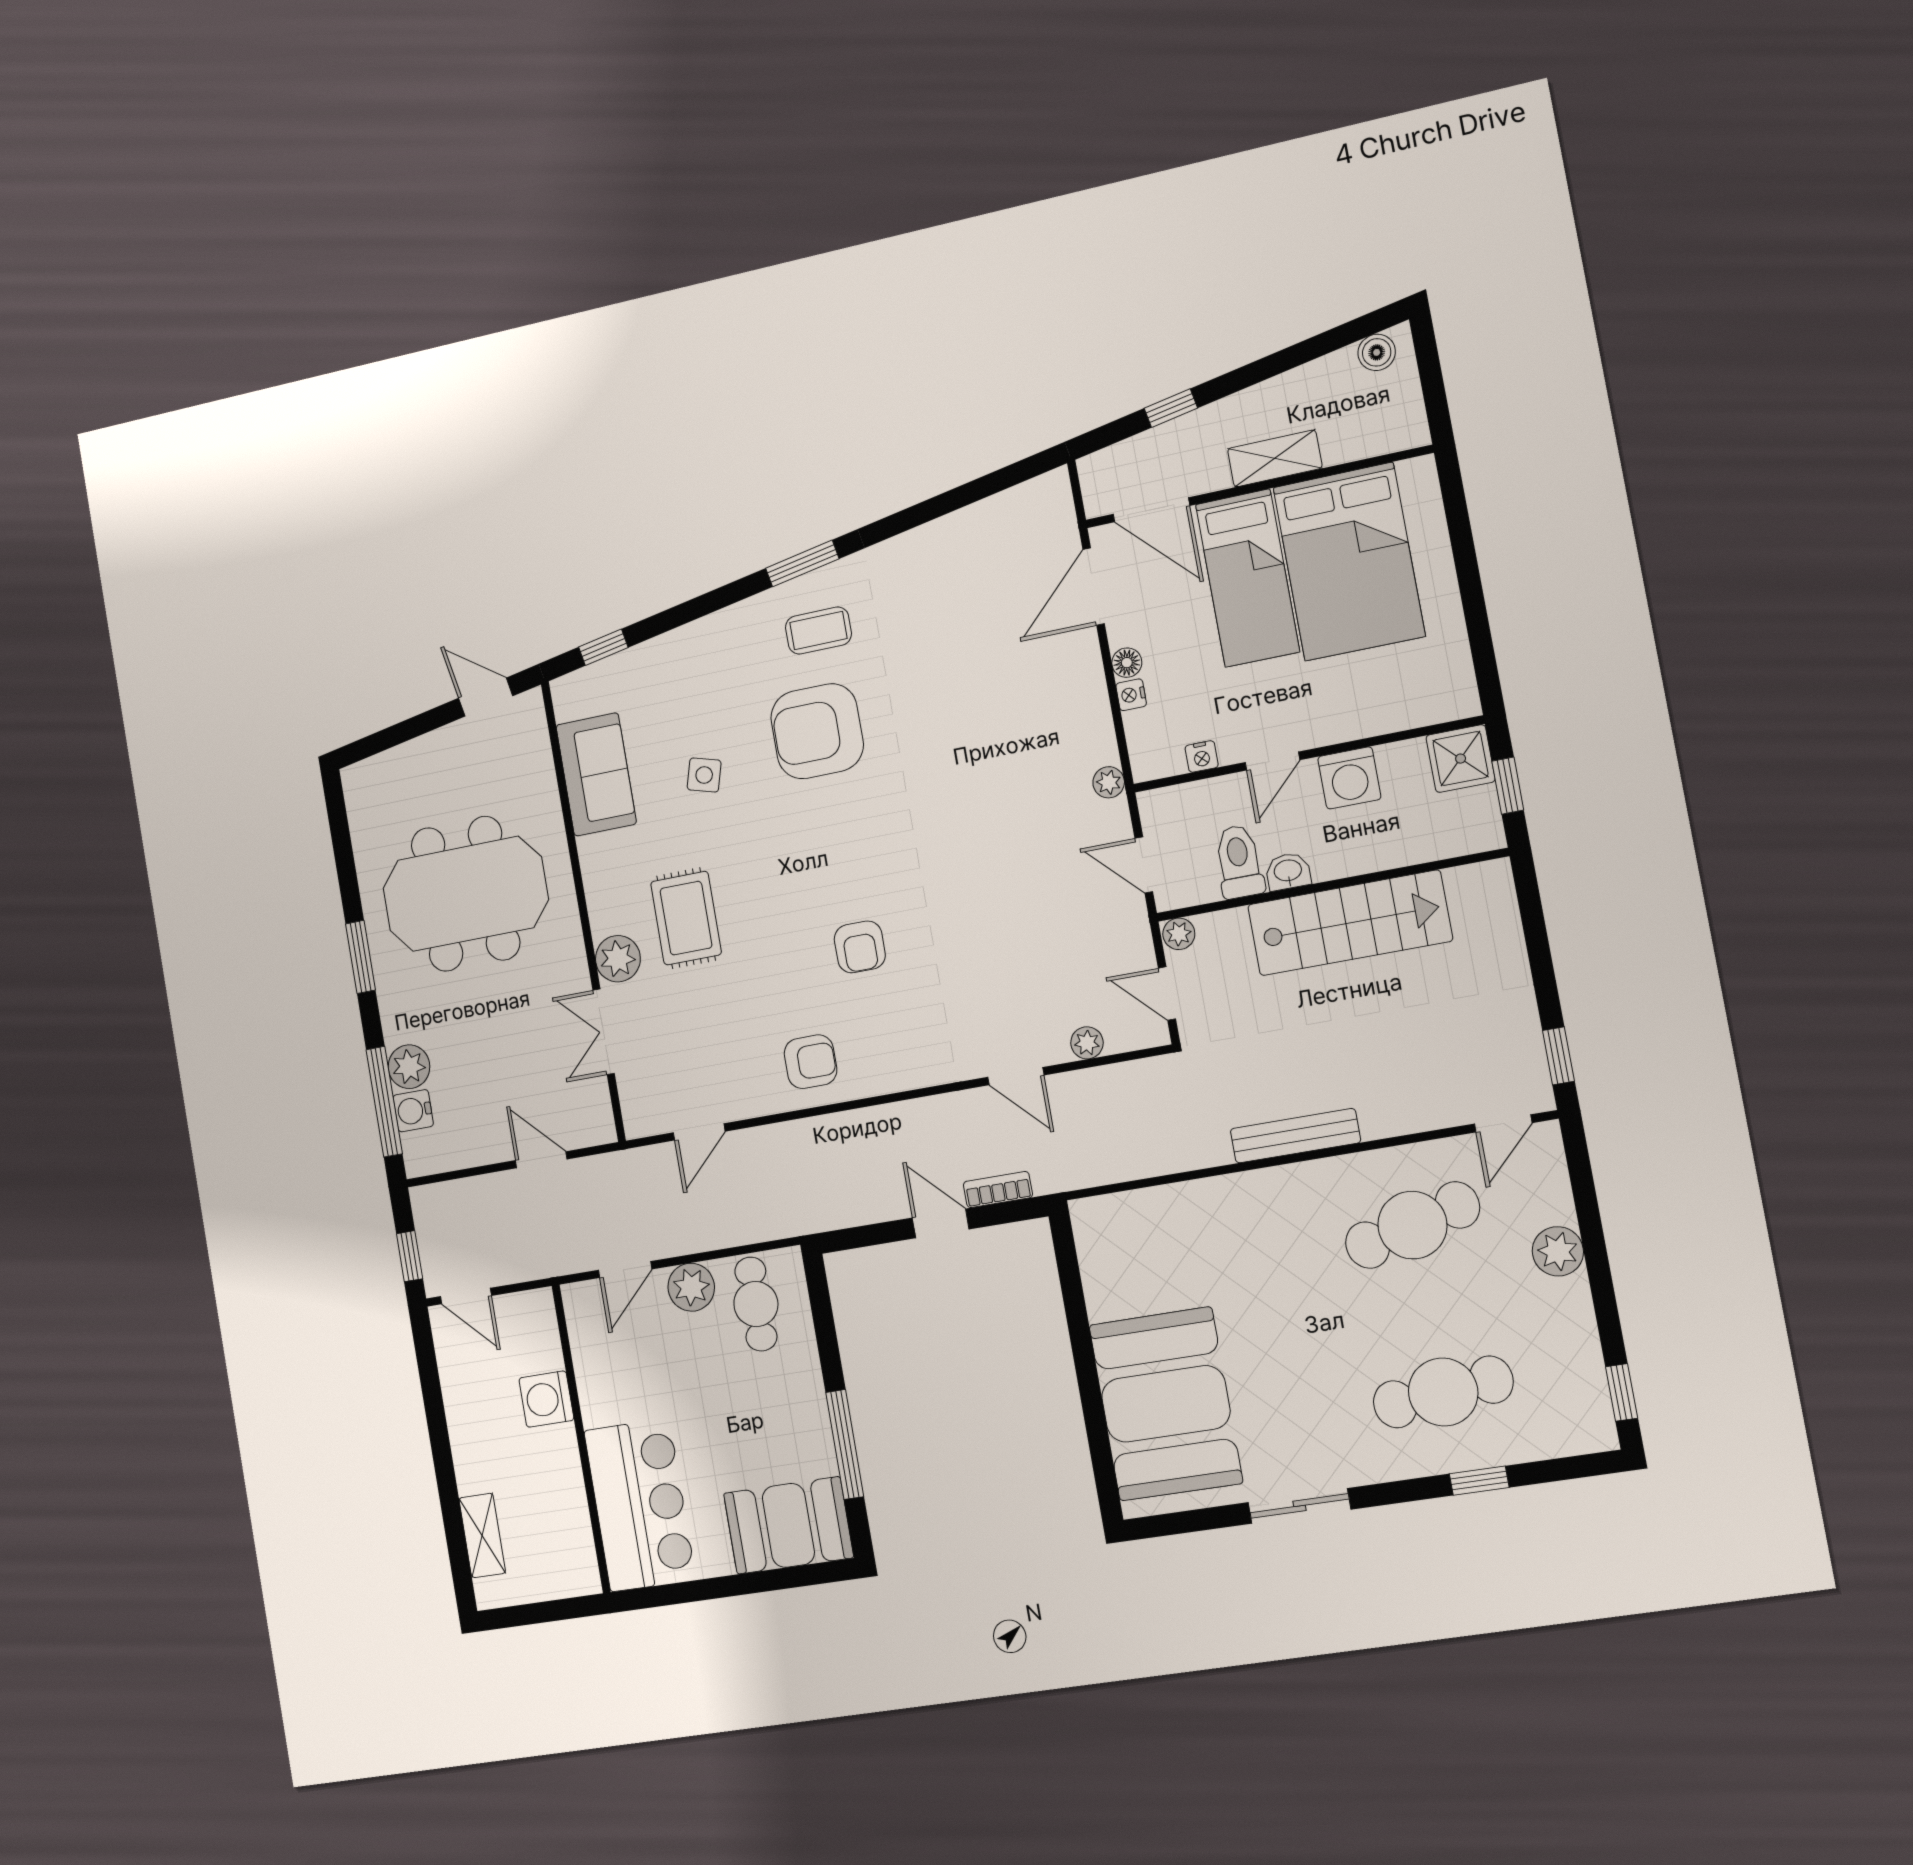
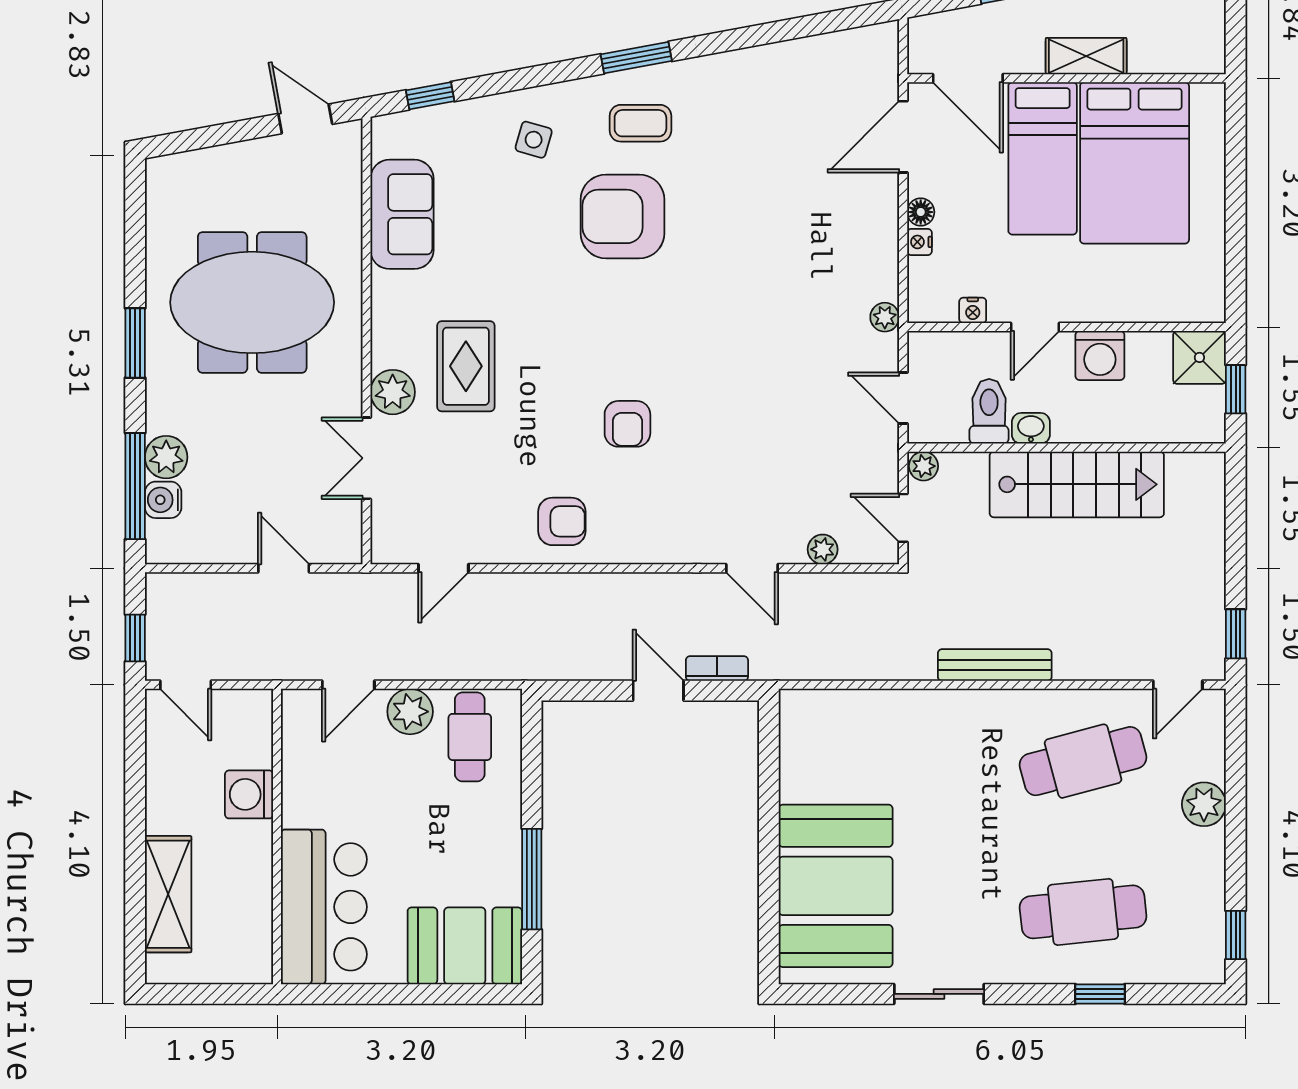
side table: (704, 775) -> (534, 140), moved
shelving: (482, 1535) -> (168, 894), width x1.50, depth x1.33

